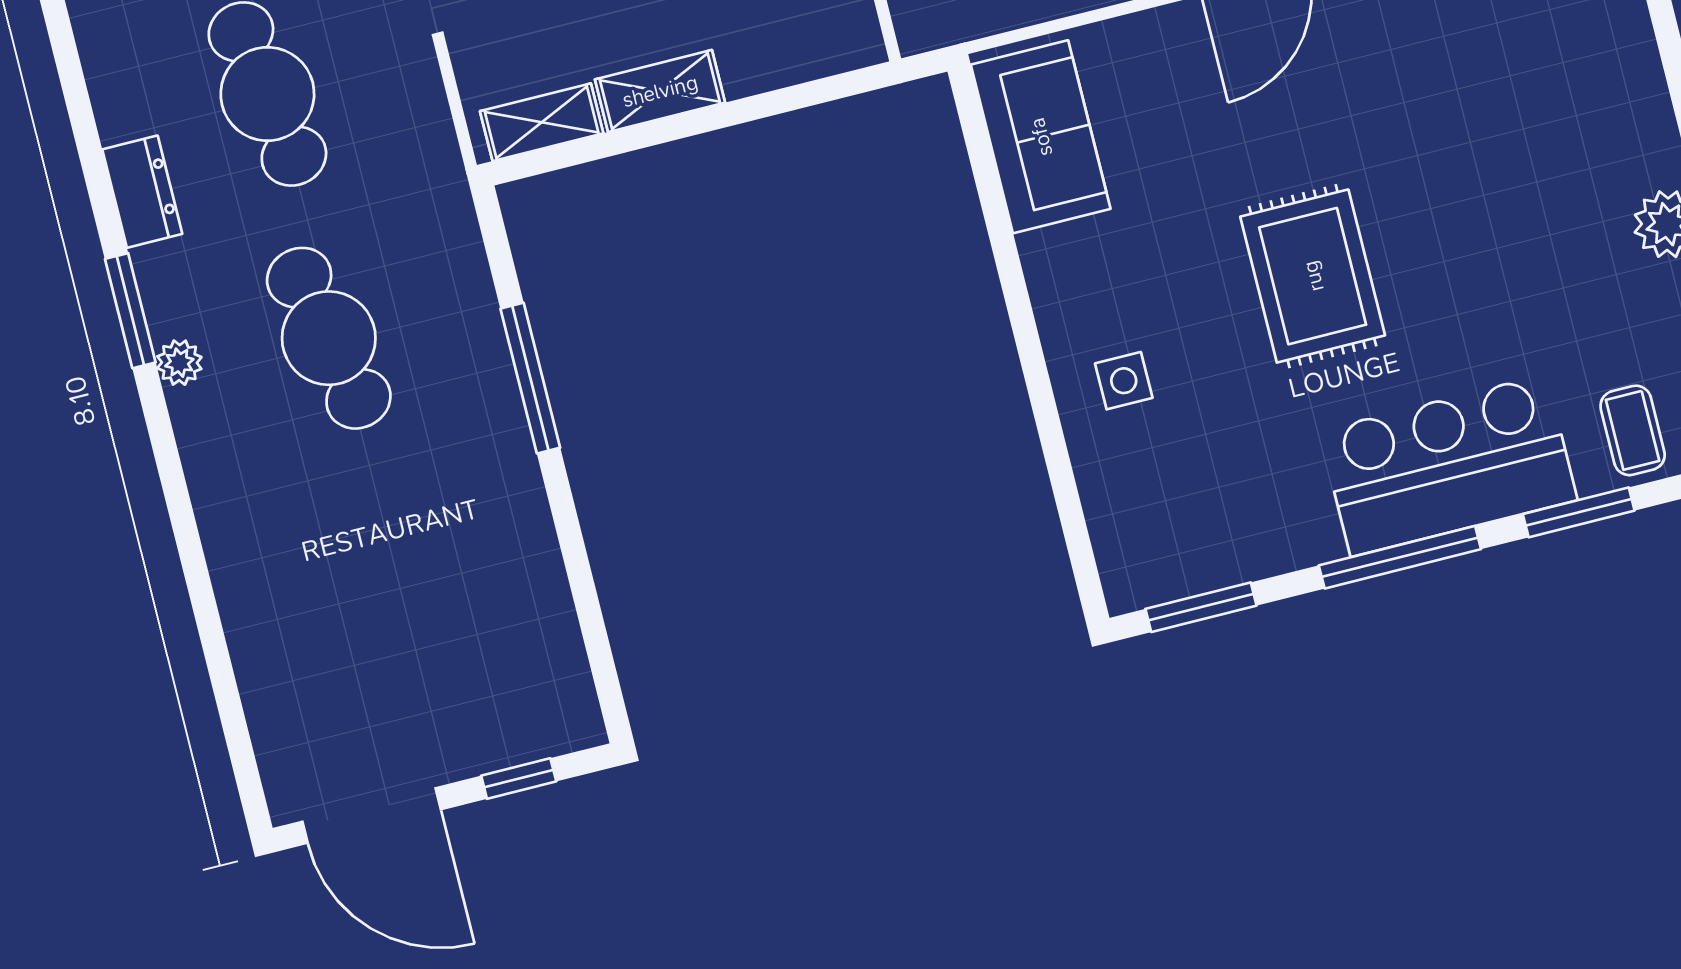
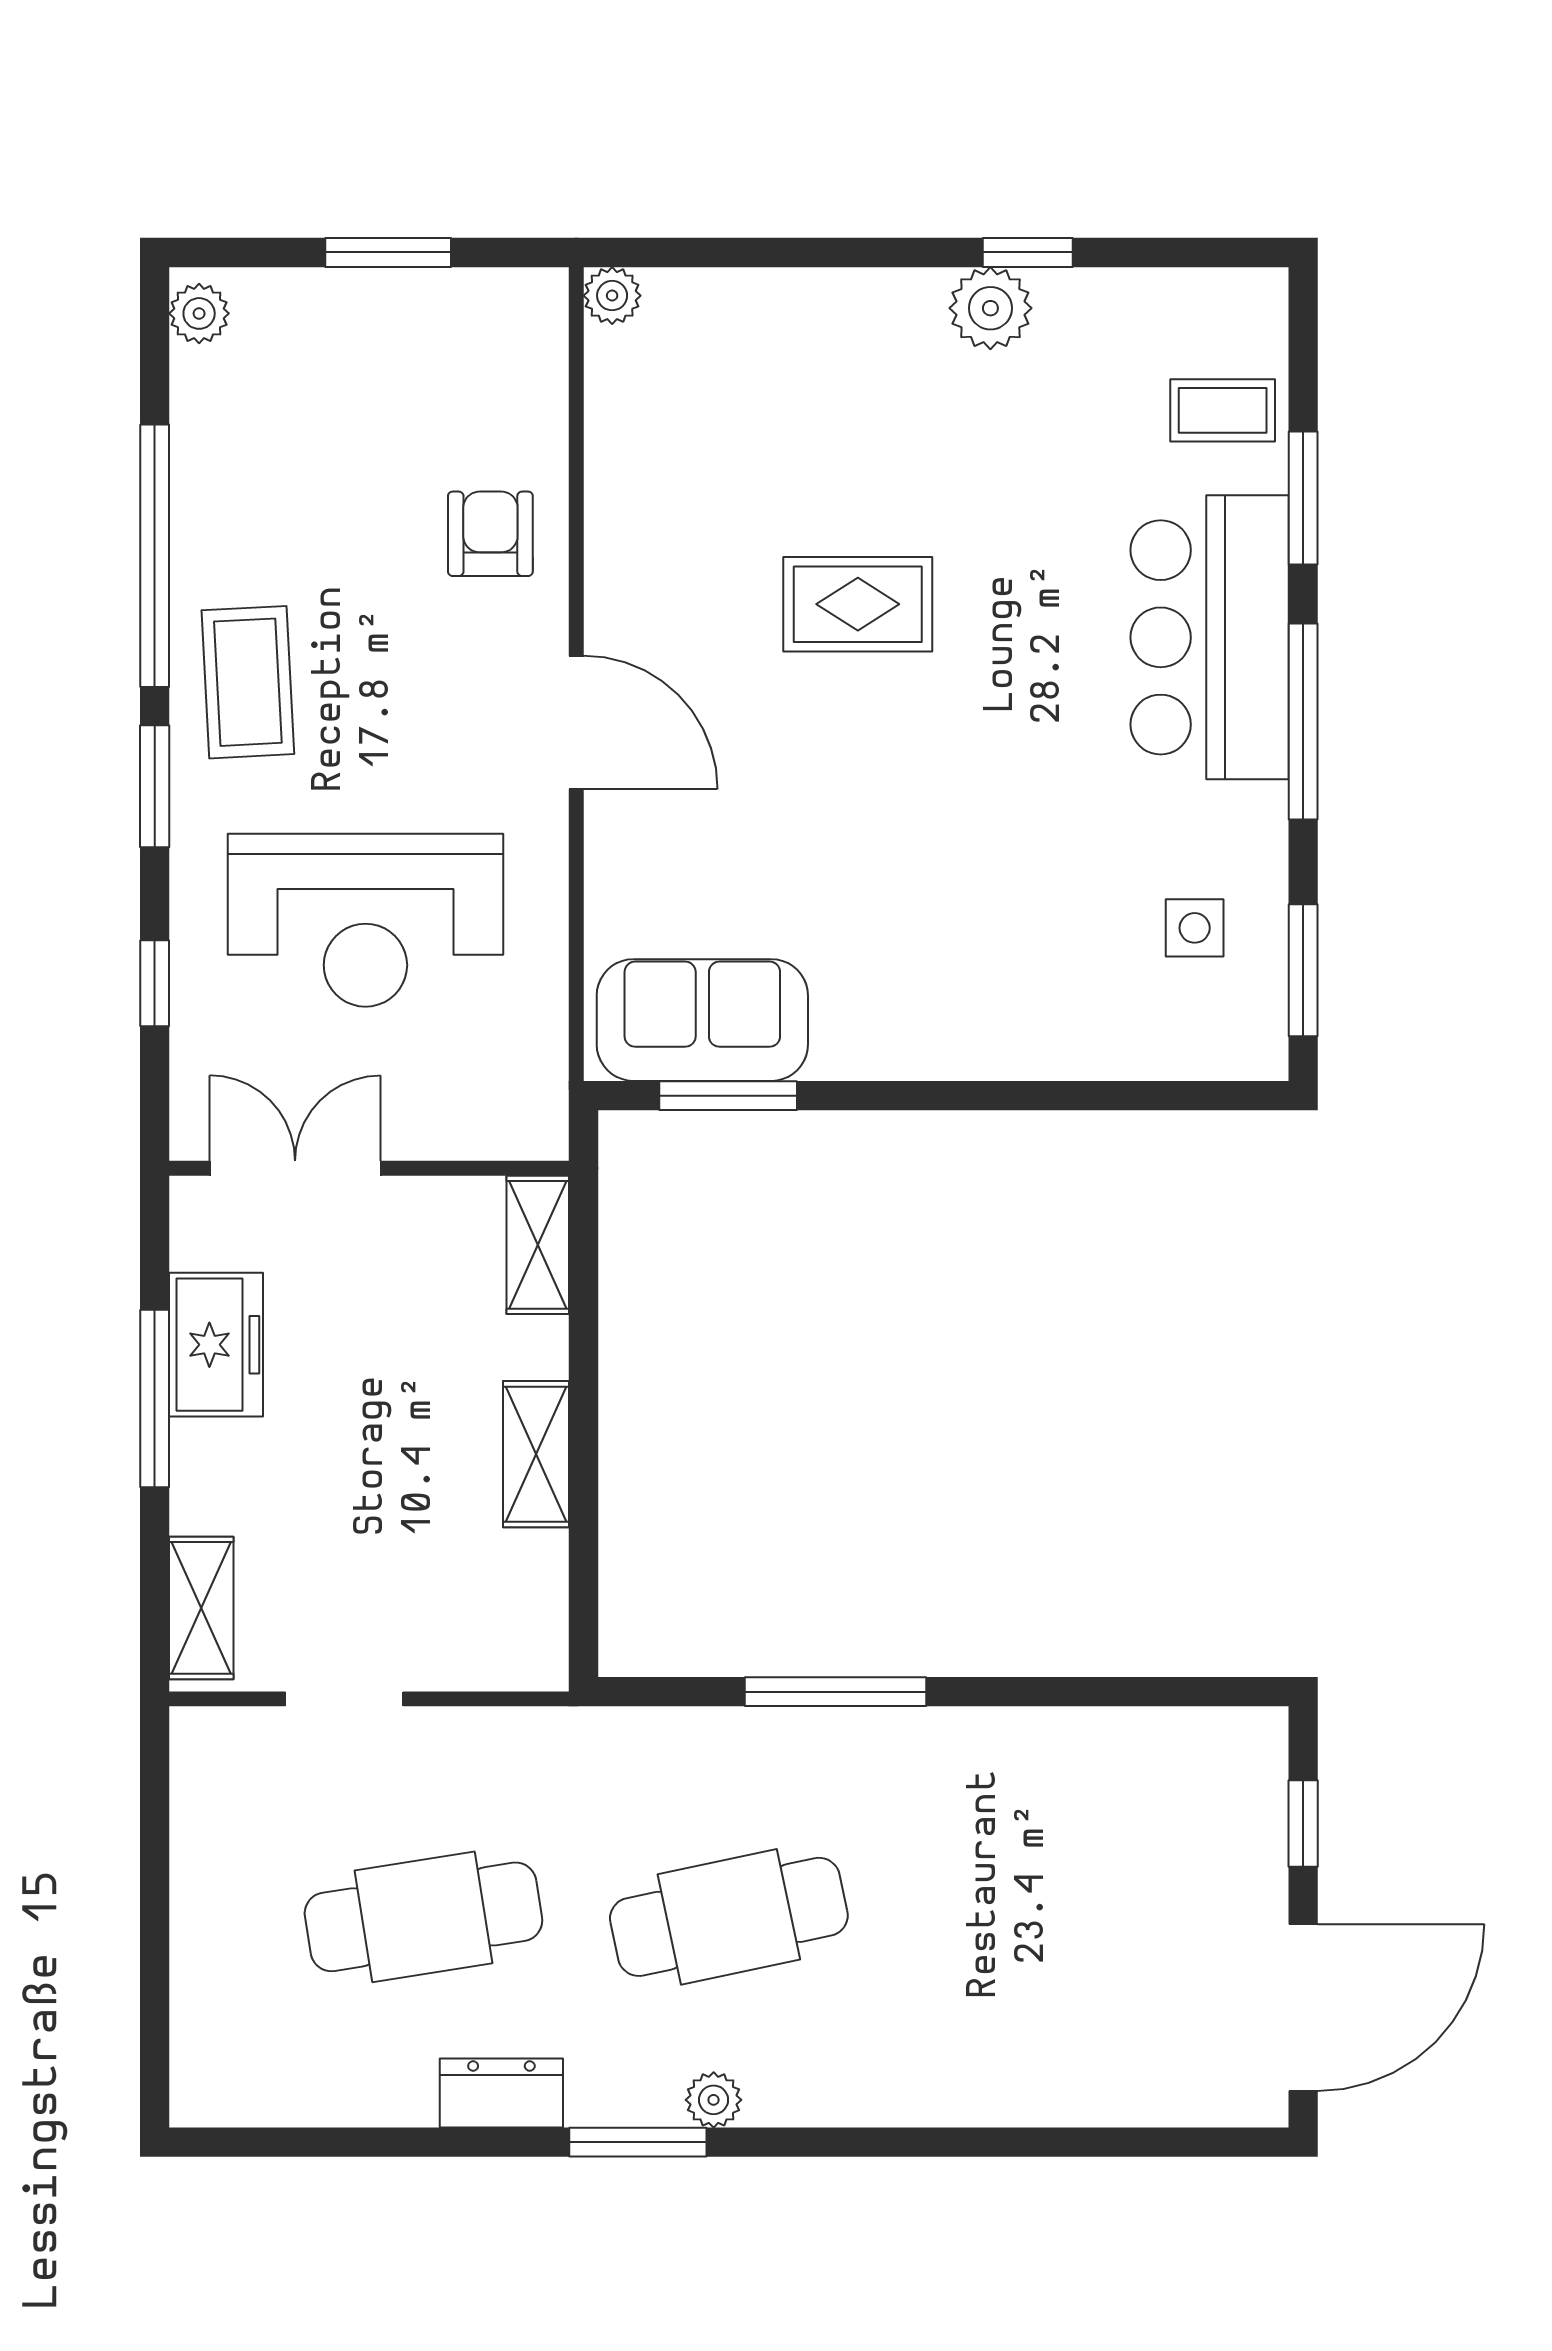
shelving: (542, 122) -> (538, 1245), moved
window: (985, 173) -> (728, 1096), added
rug: (1313, 276) -> (858, 604), moved, width x0.73, depth x0.70
side table: (1124, 381) -> (1195, 928), moved

